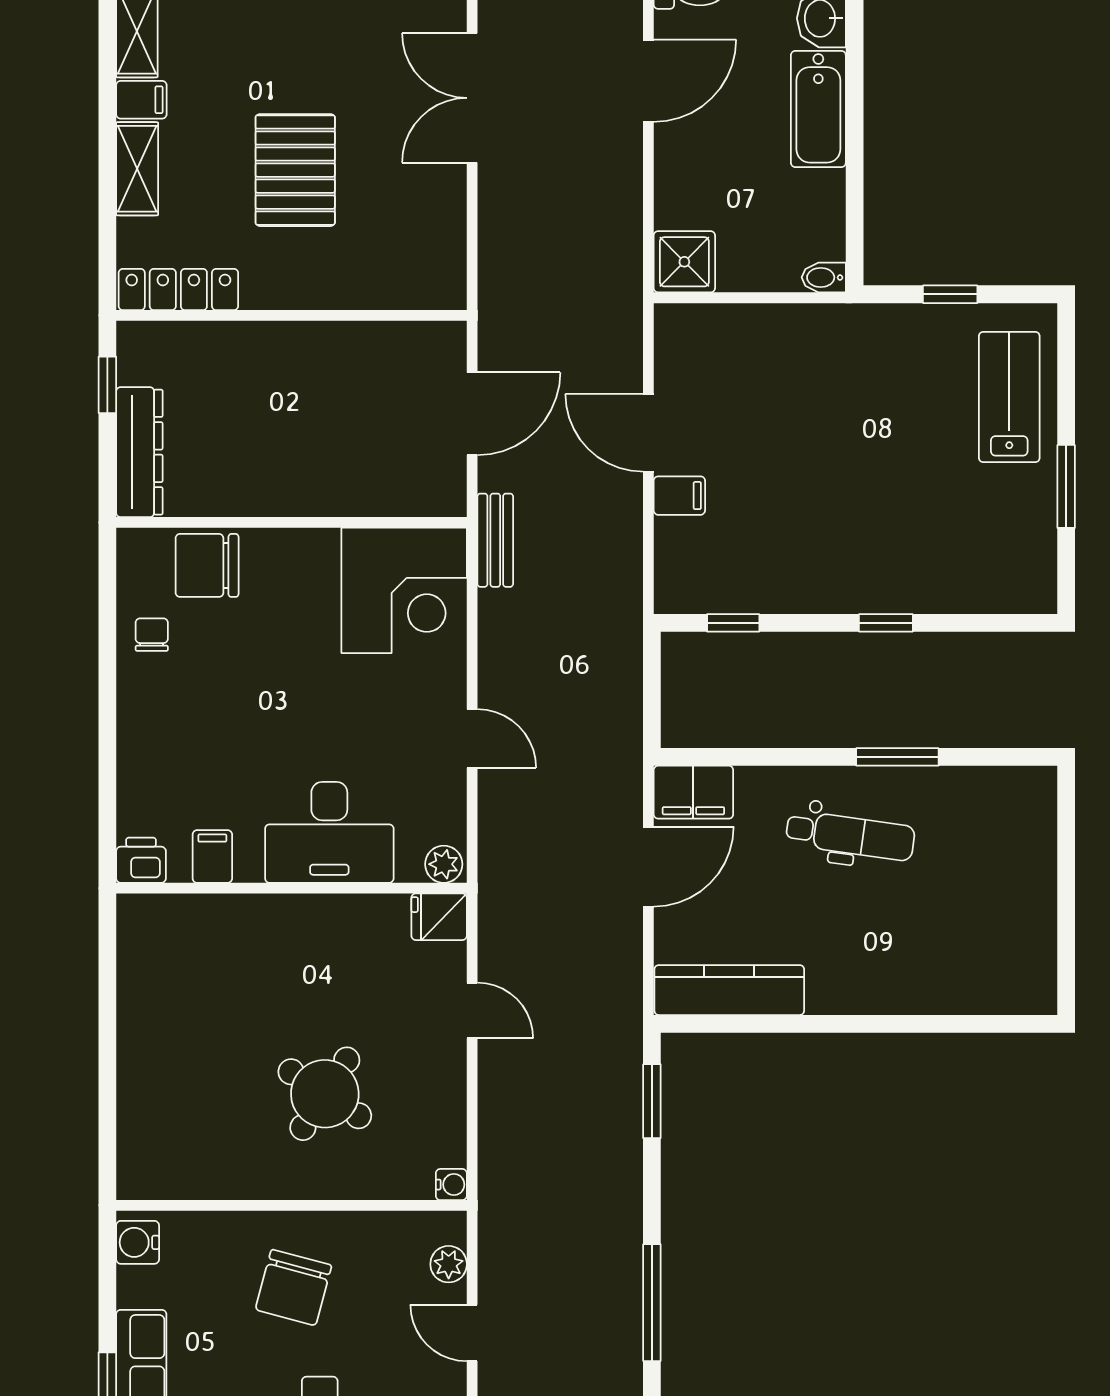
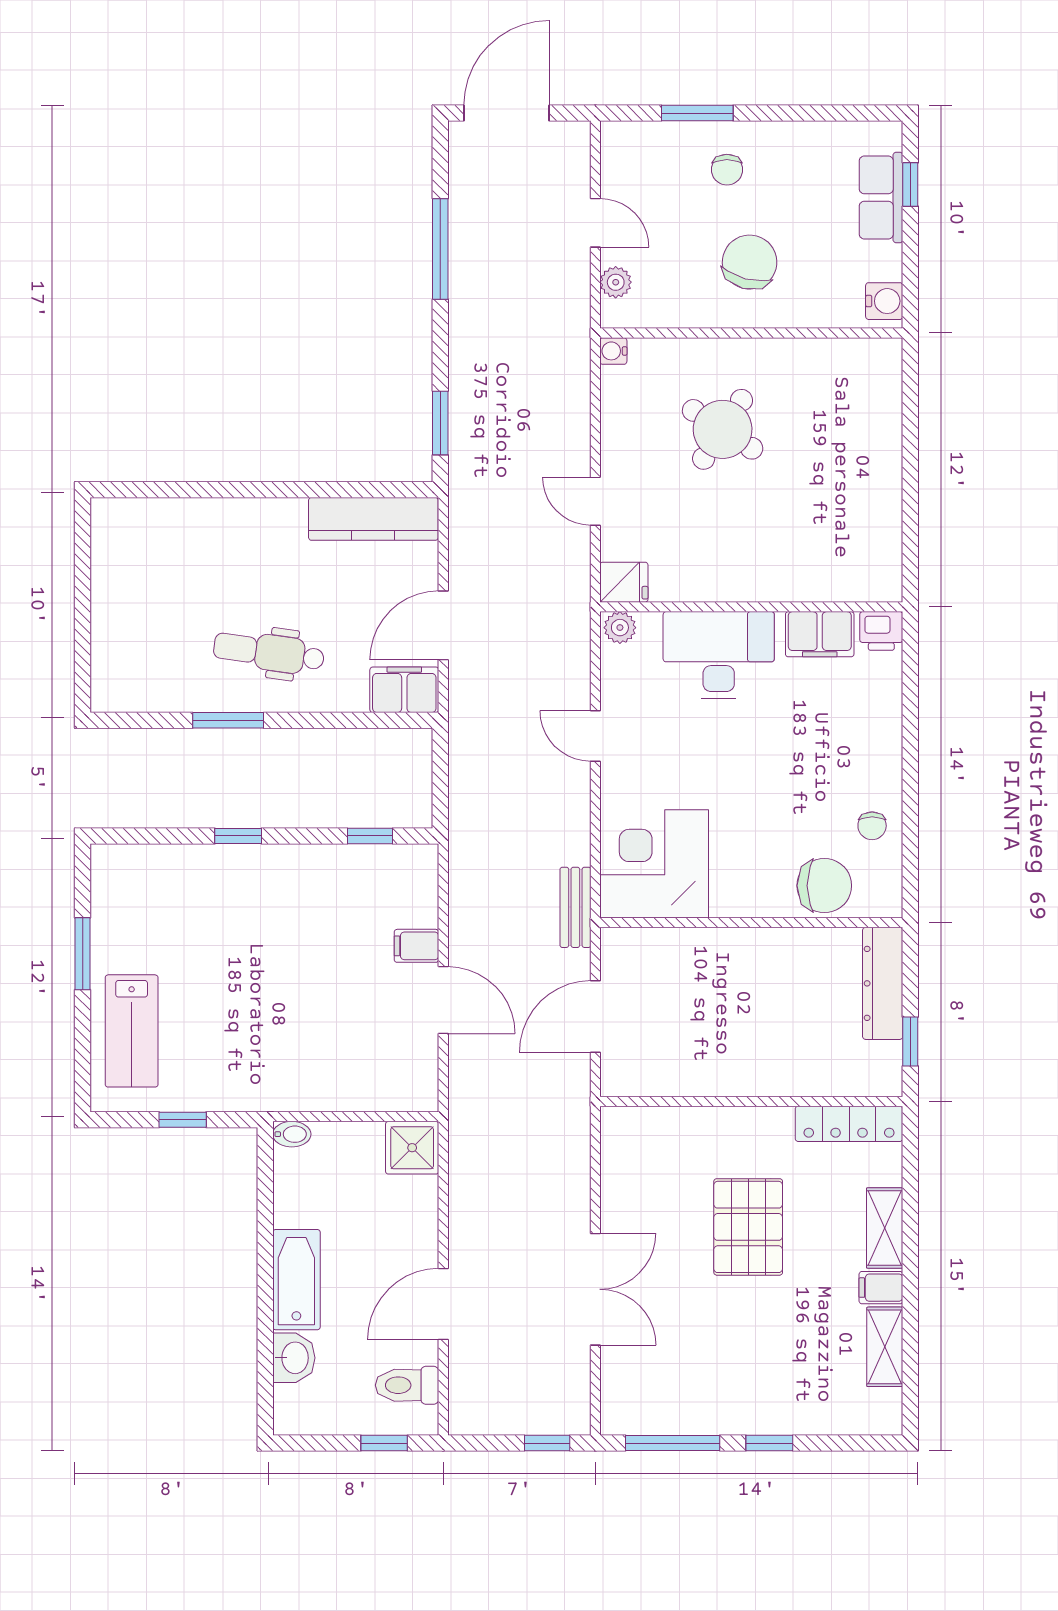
filing cabinet: (212, 856) -> (820, 634), width x2.00

